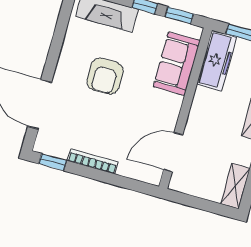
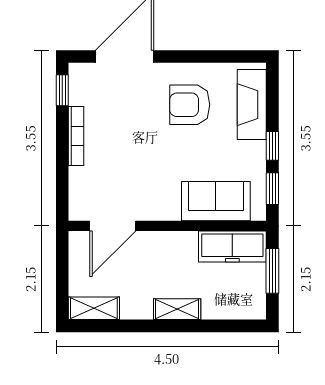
armchair: (105, 76) -> (190, 105), moved
door: (173, 152) -> (113, 226), swing flipped

